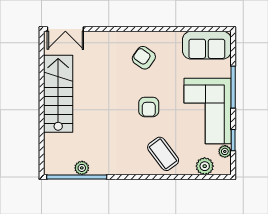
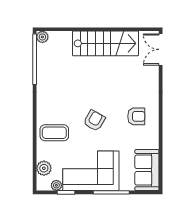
armchair: (144, 58) -> (136, 116), turned 55
armchair: (149, 107) -> (94, 121), turned 120
coffee table: (163, 154) -> (54, 133), turned 37
plant: (82, 168) -> (42, 37), moved

